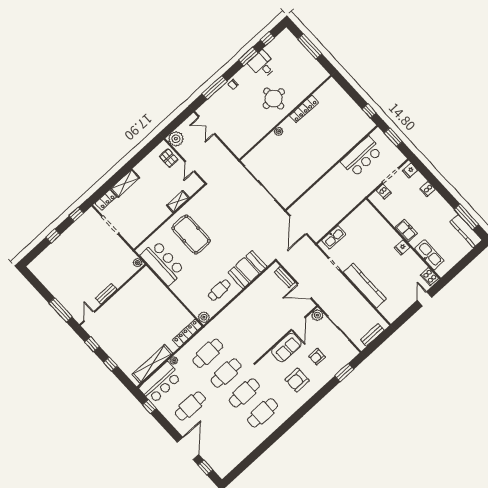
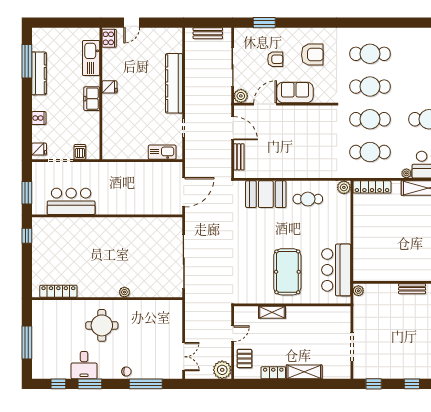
locker: (304, 109) -> (58, 291), moved
locker: (106, 200) -> (273, 373), moved
kitchen counter: (466, 231) -> (39, 73), moved

